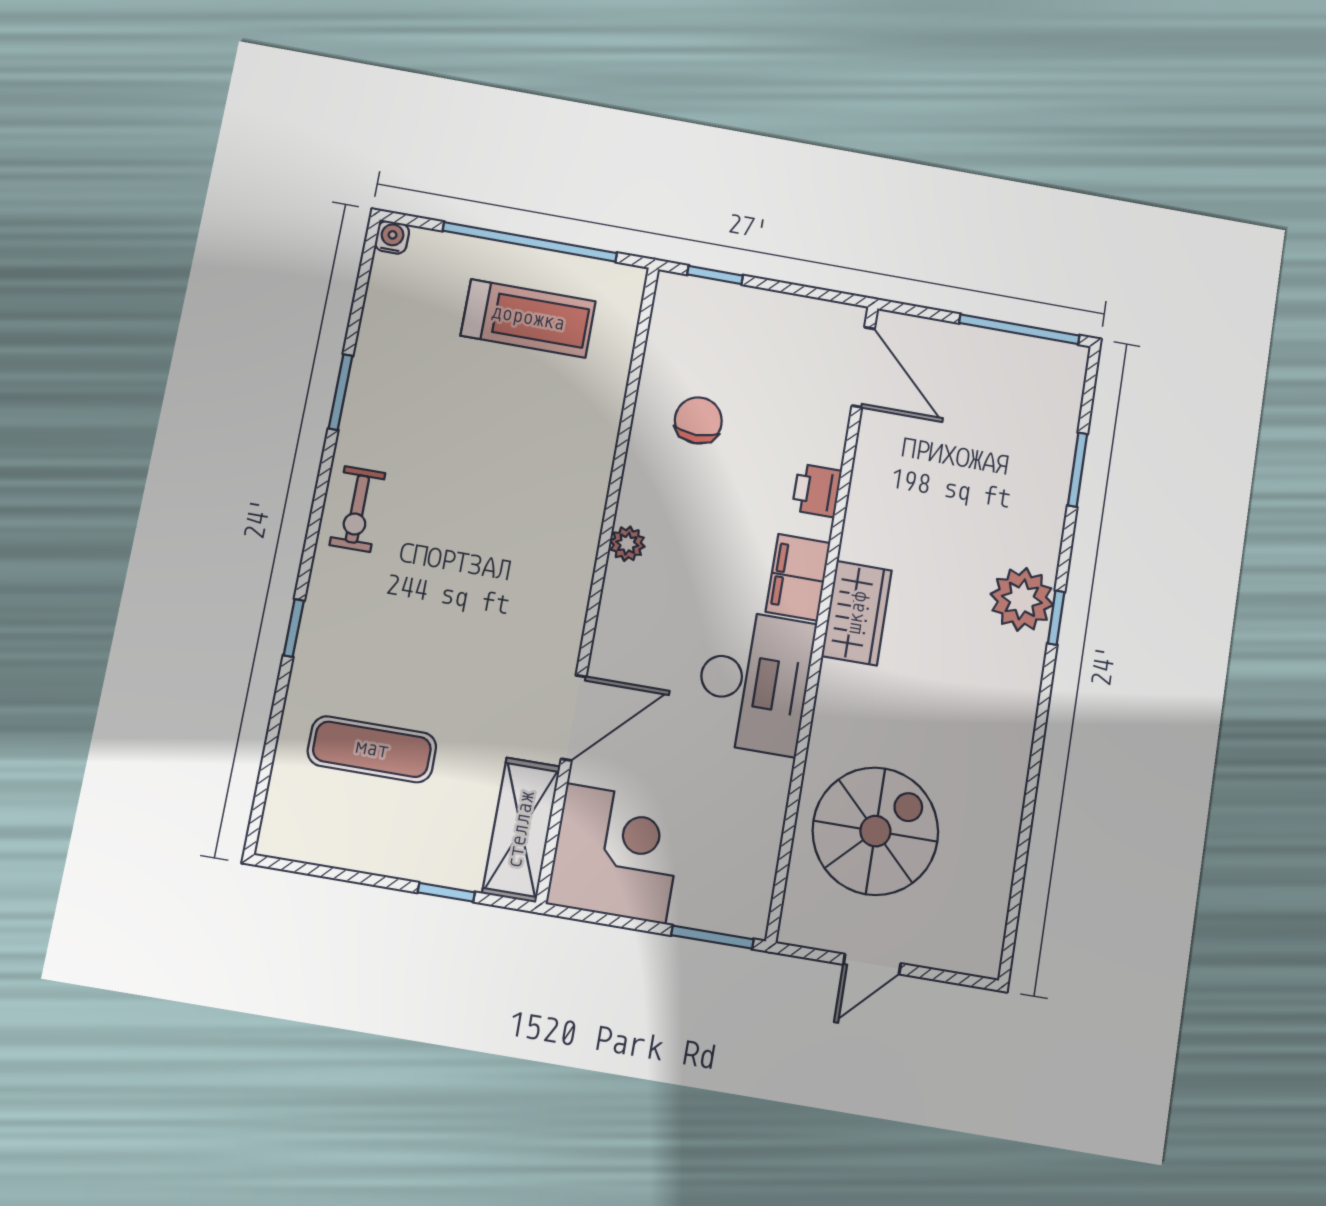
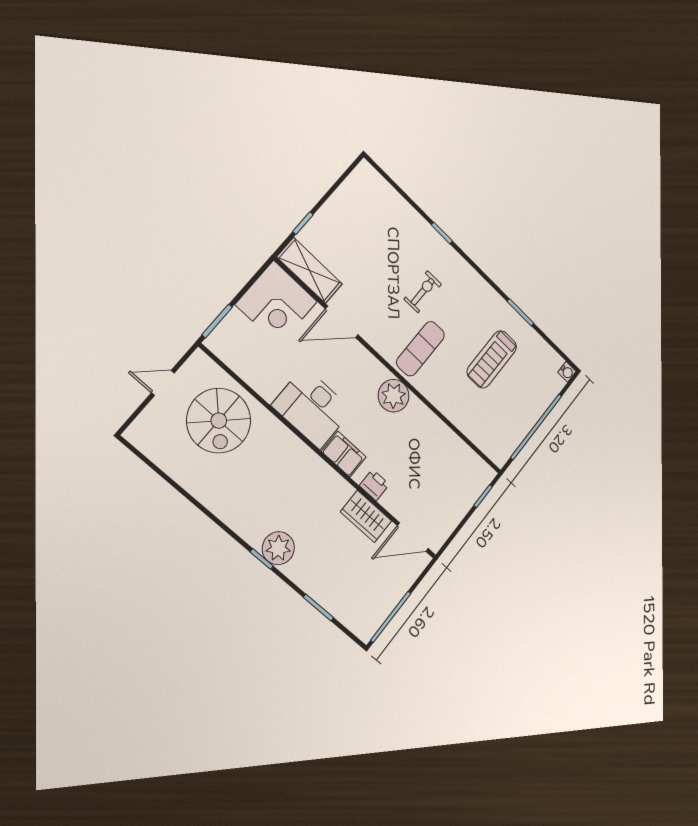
treadmill: (528, 318) -> (492, 359), moved
chair: (698, 420) -> (430, 452), removed
exercise bike: (357, 509) -> (423, 292), moved, turned 90
plant: (627, 544) -> (394, 396), width x1.88, depth x1.88
wardrobe: (857, 613) -> (366, 516), moved
door: (574, 718) -> (342, 322), hinge flipped
exercise mat: (372, 749) -> (421, 349), moved
door: (872, 964) -> (163, 383), hinge flipped

